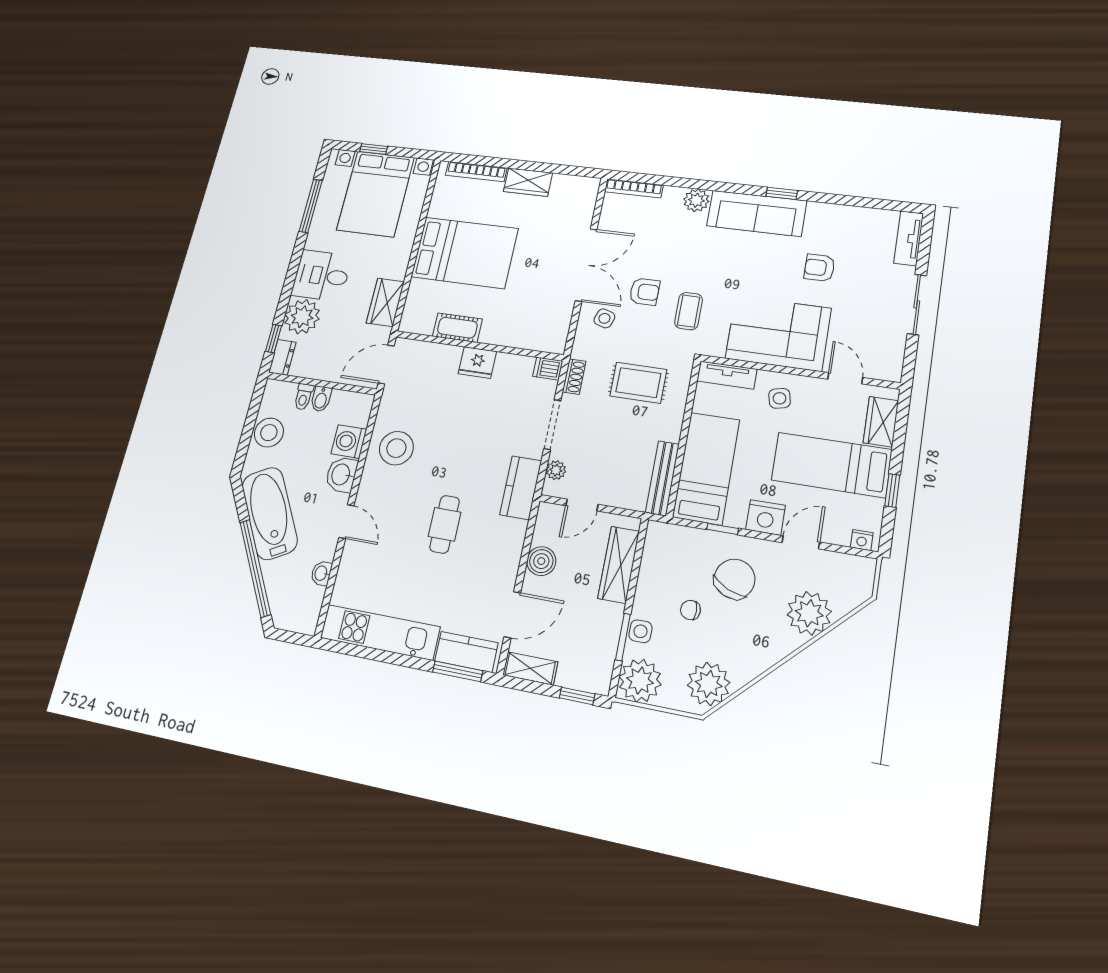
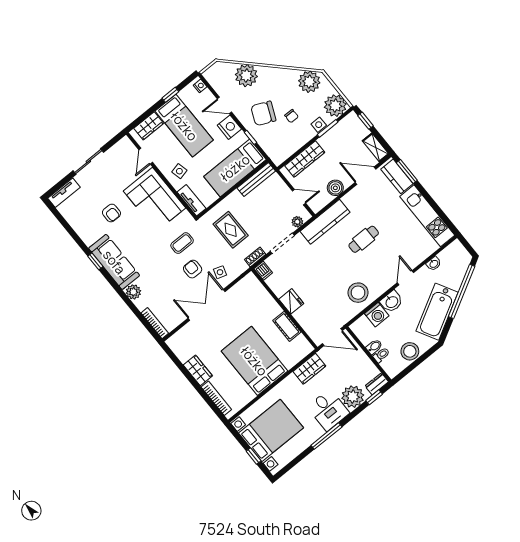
window: (311, 206) -> (326, 436), moved
kitchen counter: (521, 488) -> (325, 222), width x1.50

